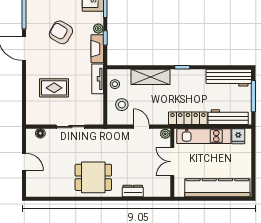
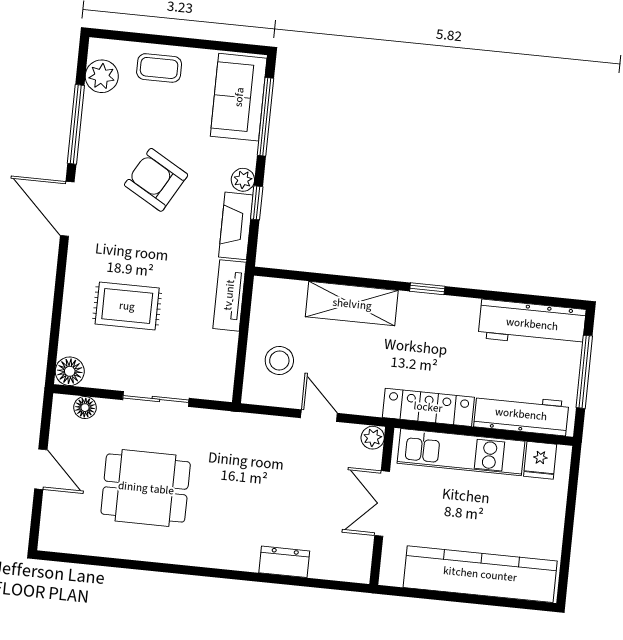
stool: (115, 84) -> (268, 312), removed
floor lamp: (32, 118) -> (70, 371), added
dining table: (93, 177) -> (146, 488), moved

